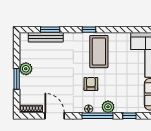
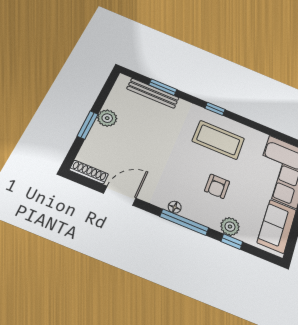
coffee table: (99, 52) -> (218, 140), turned 90
armchair: (91, 84) -> (217, 186), moved, turned 180
plant: (108, 107) -> (230, 227), moved
door: (55, 116) -> (120, 196), hinge flipped

